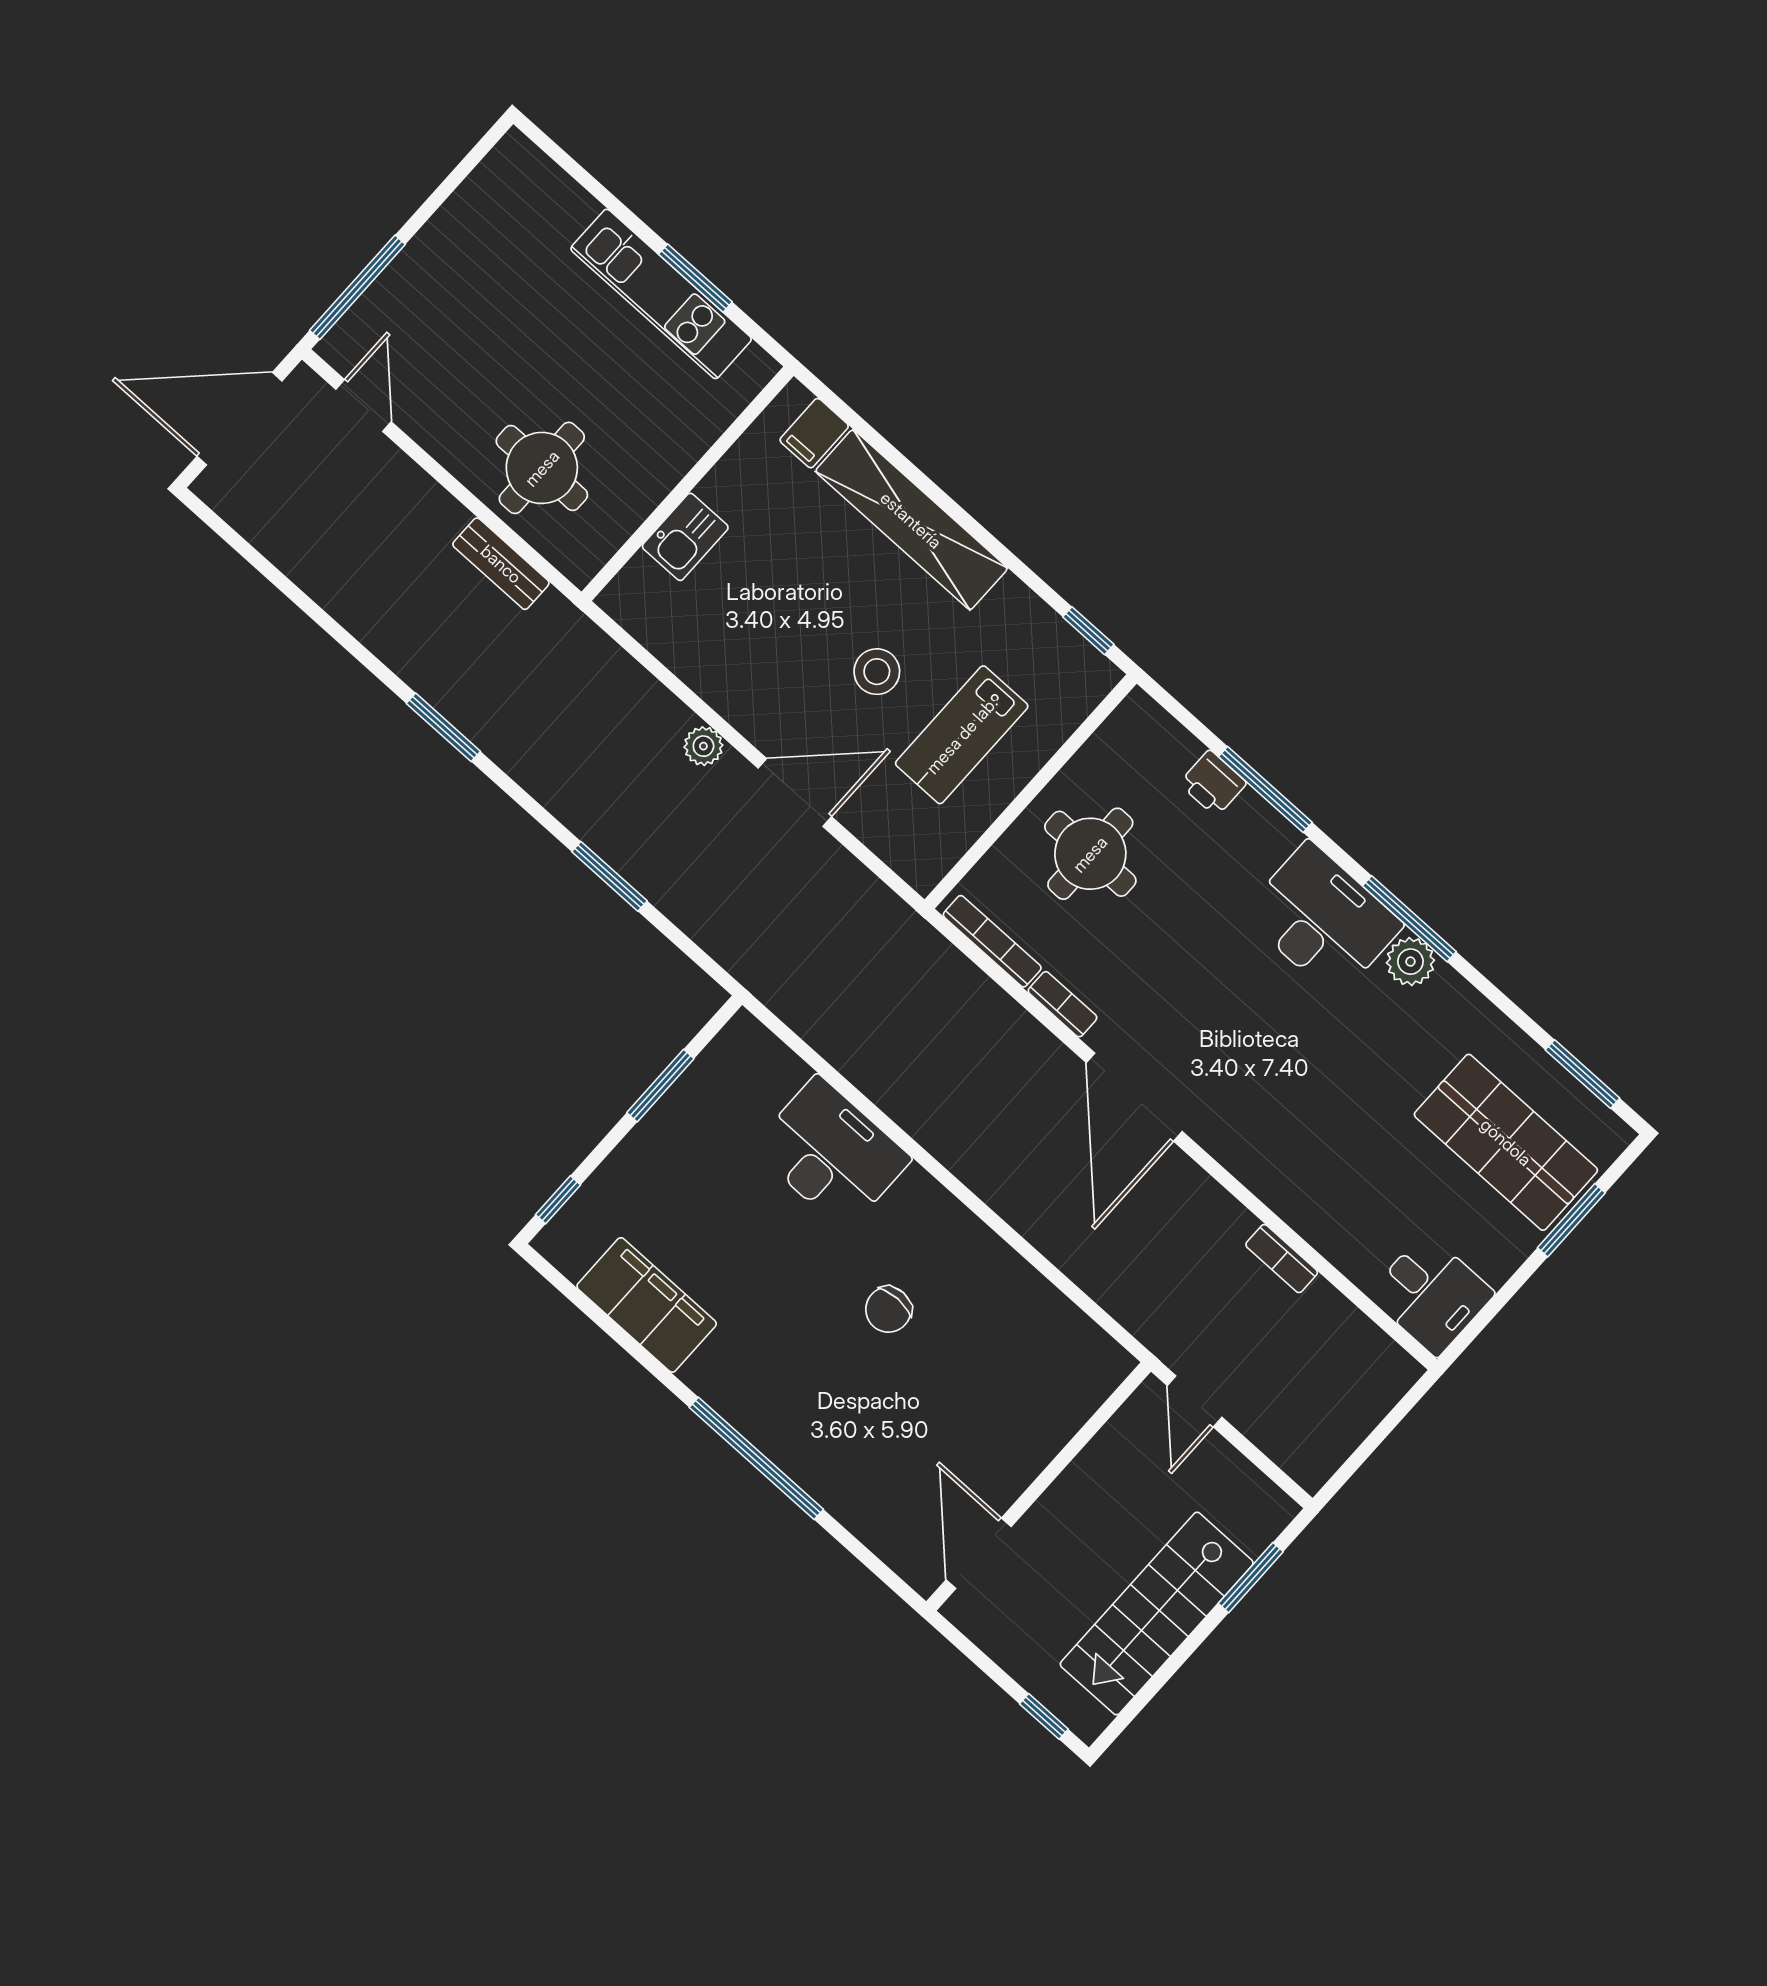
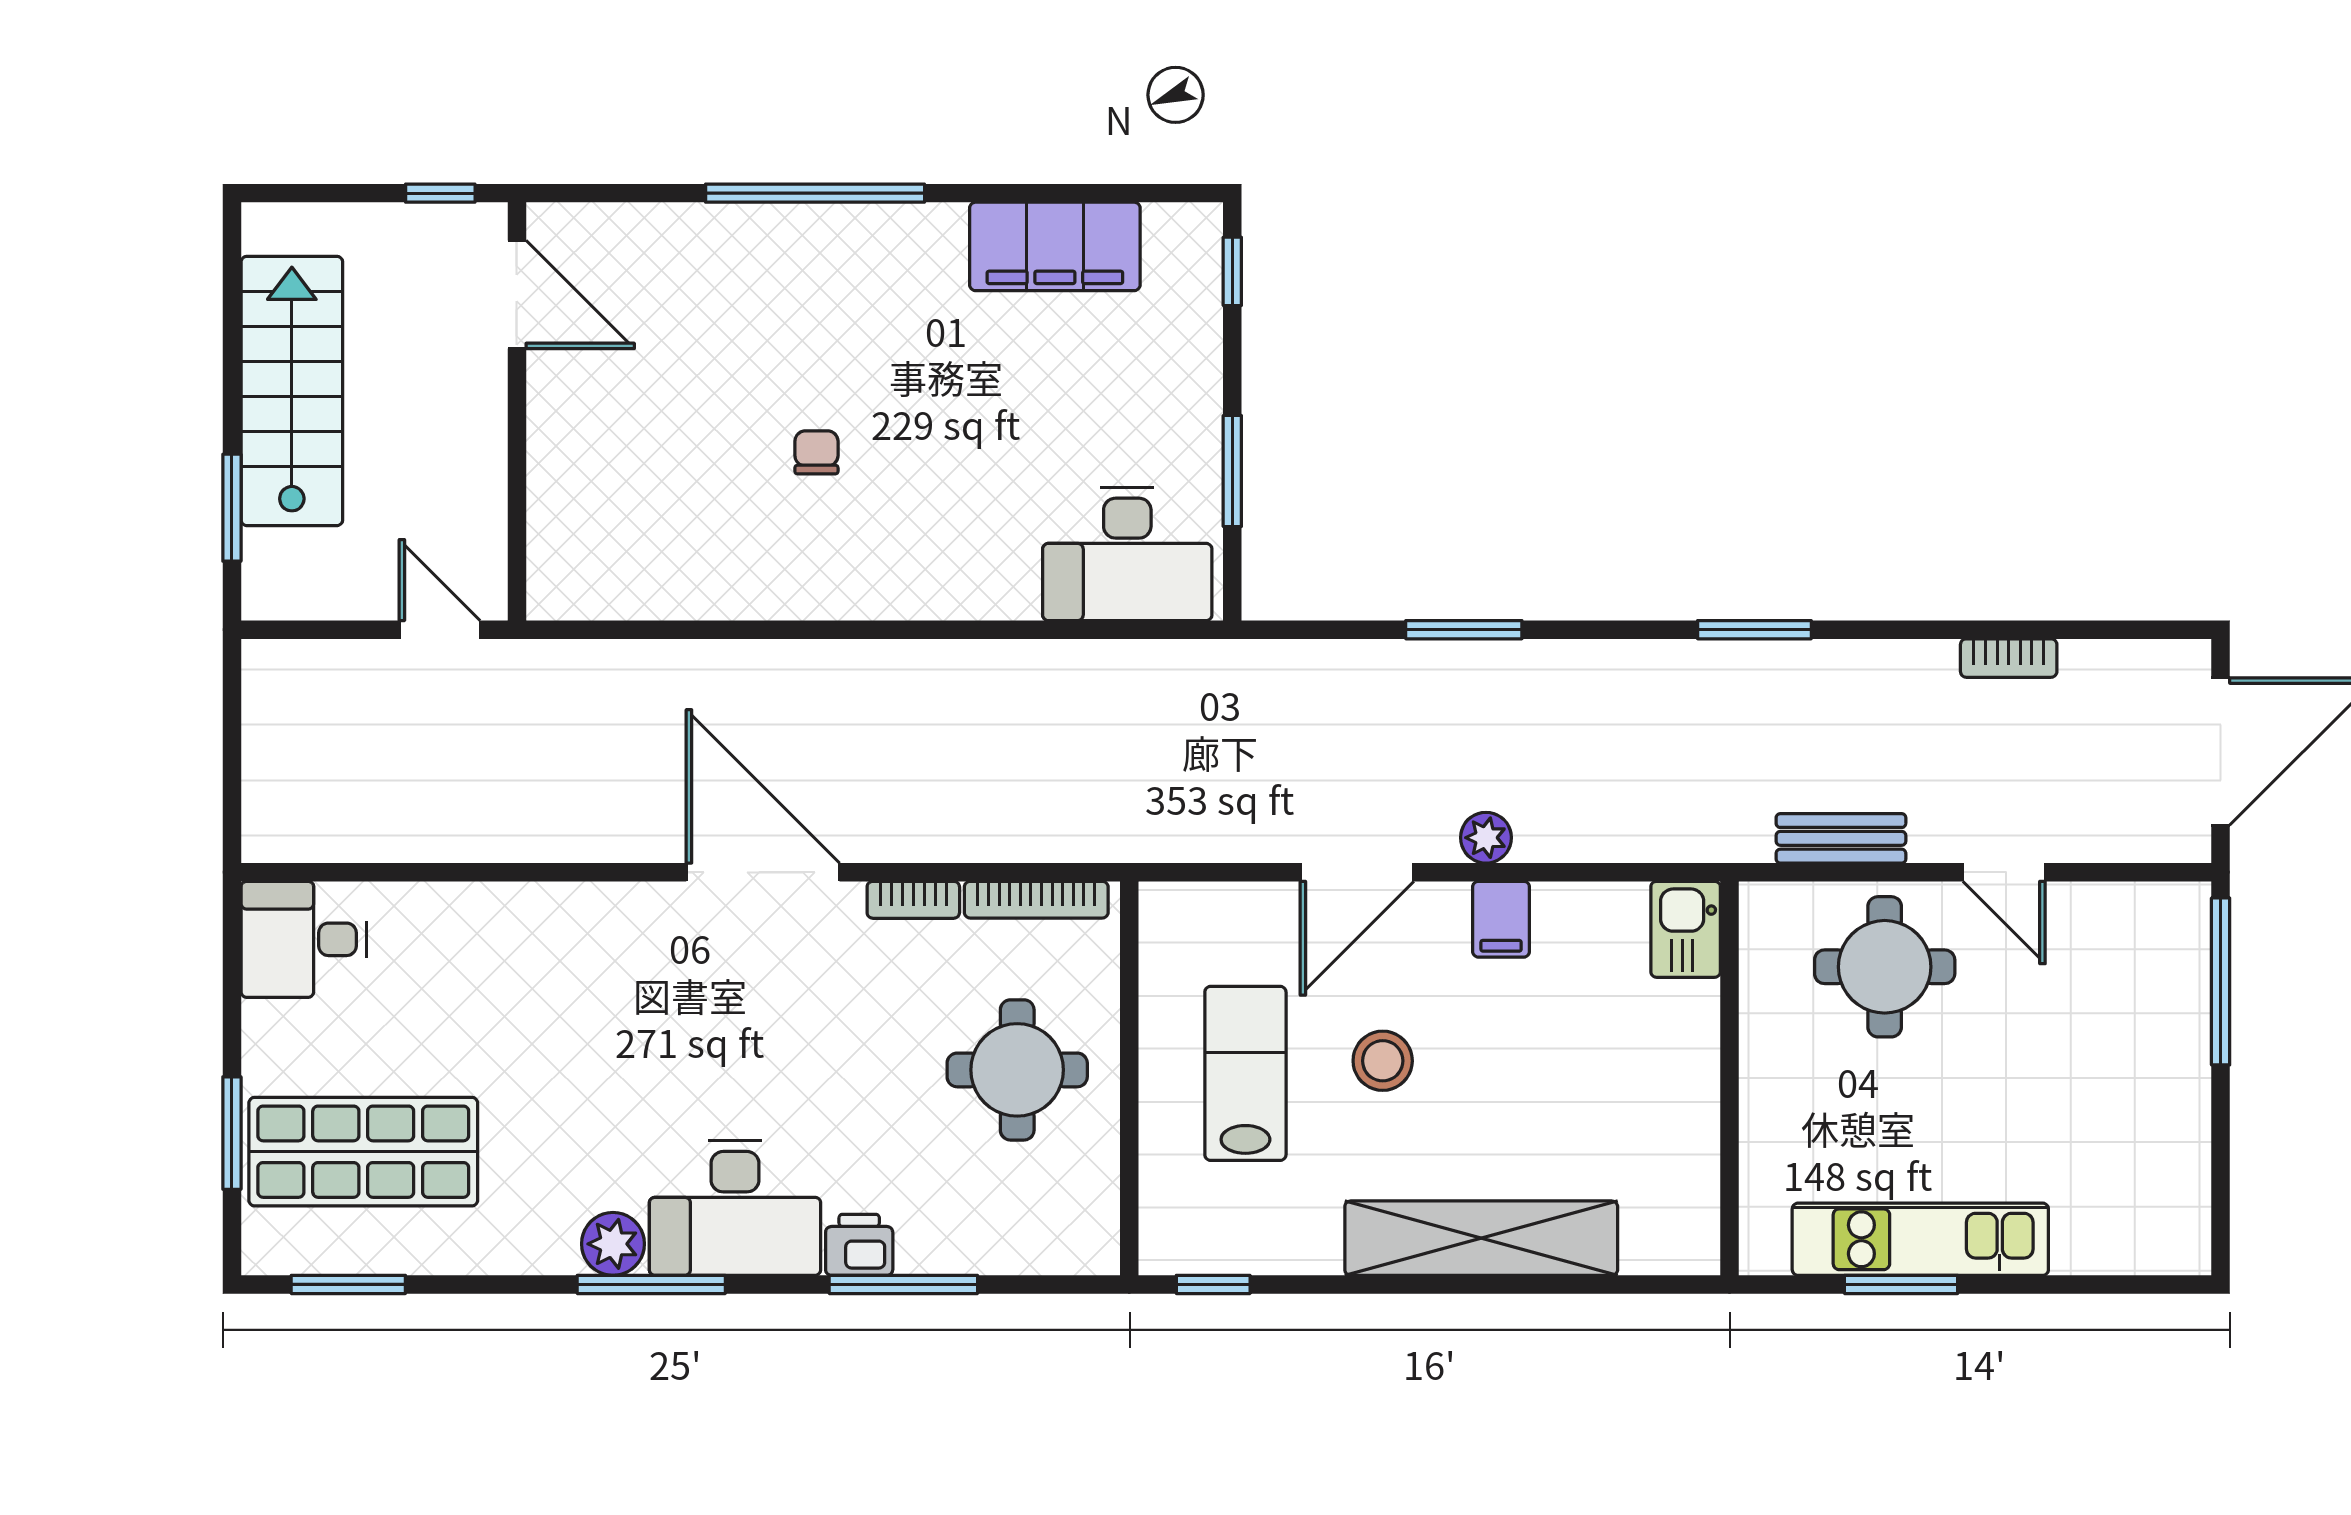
door: (363, 405) -> (2004, 872), moved
filing cabinet: (814, 433) -> (1501, 919), moved, turned 180
kitchen sink: (685, 537) -> (1686, 929), moved
printer: (1213, 783) -> (859, 1245), moved
desk: (831, 1153) -> (1127, 554), moved
bookcase: (1282, 1259) -> (2009, 658), moved, turned 180
chair: (888, 1310) -> (816, 452), width x0.73, depth x0.73
window: (1044, 1716) -> (440, 193), moved

